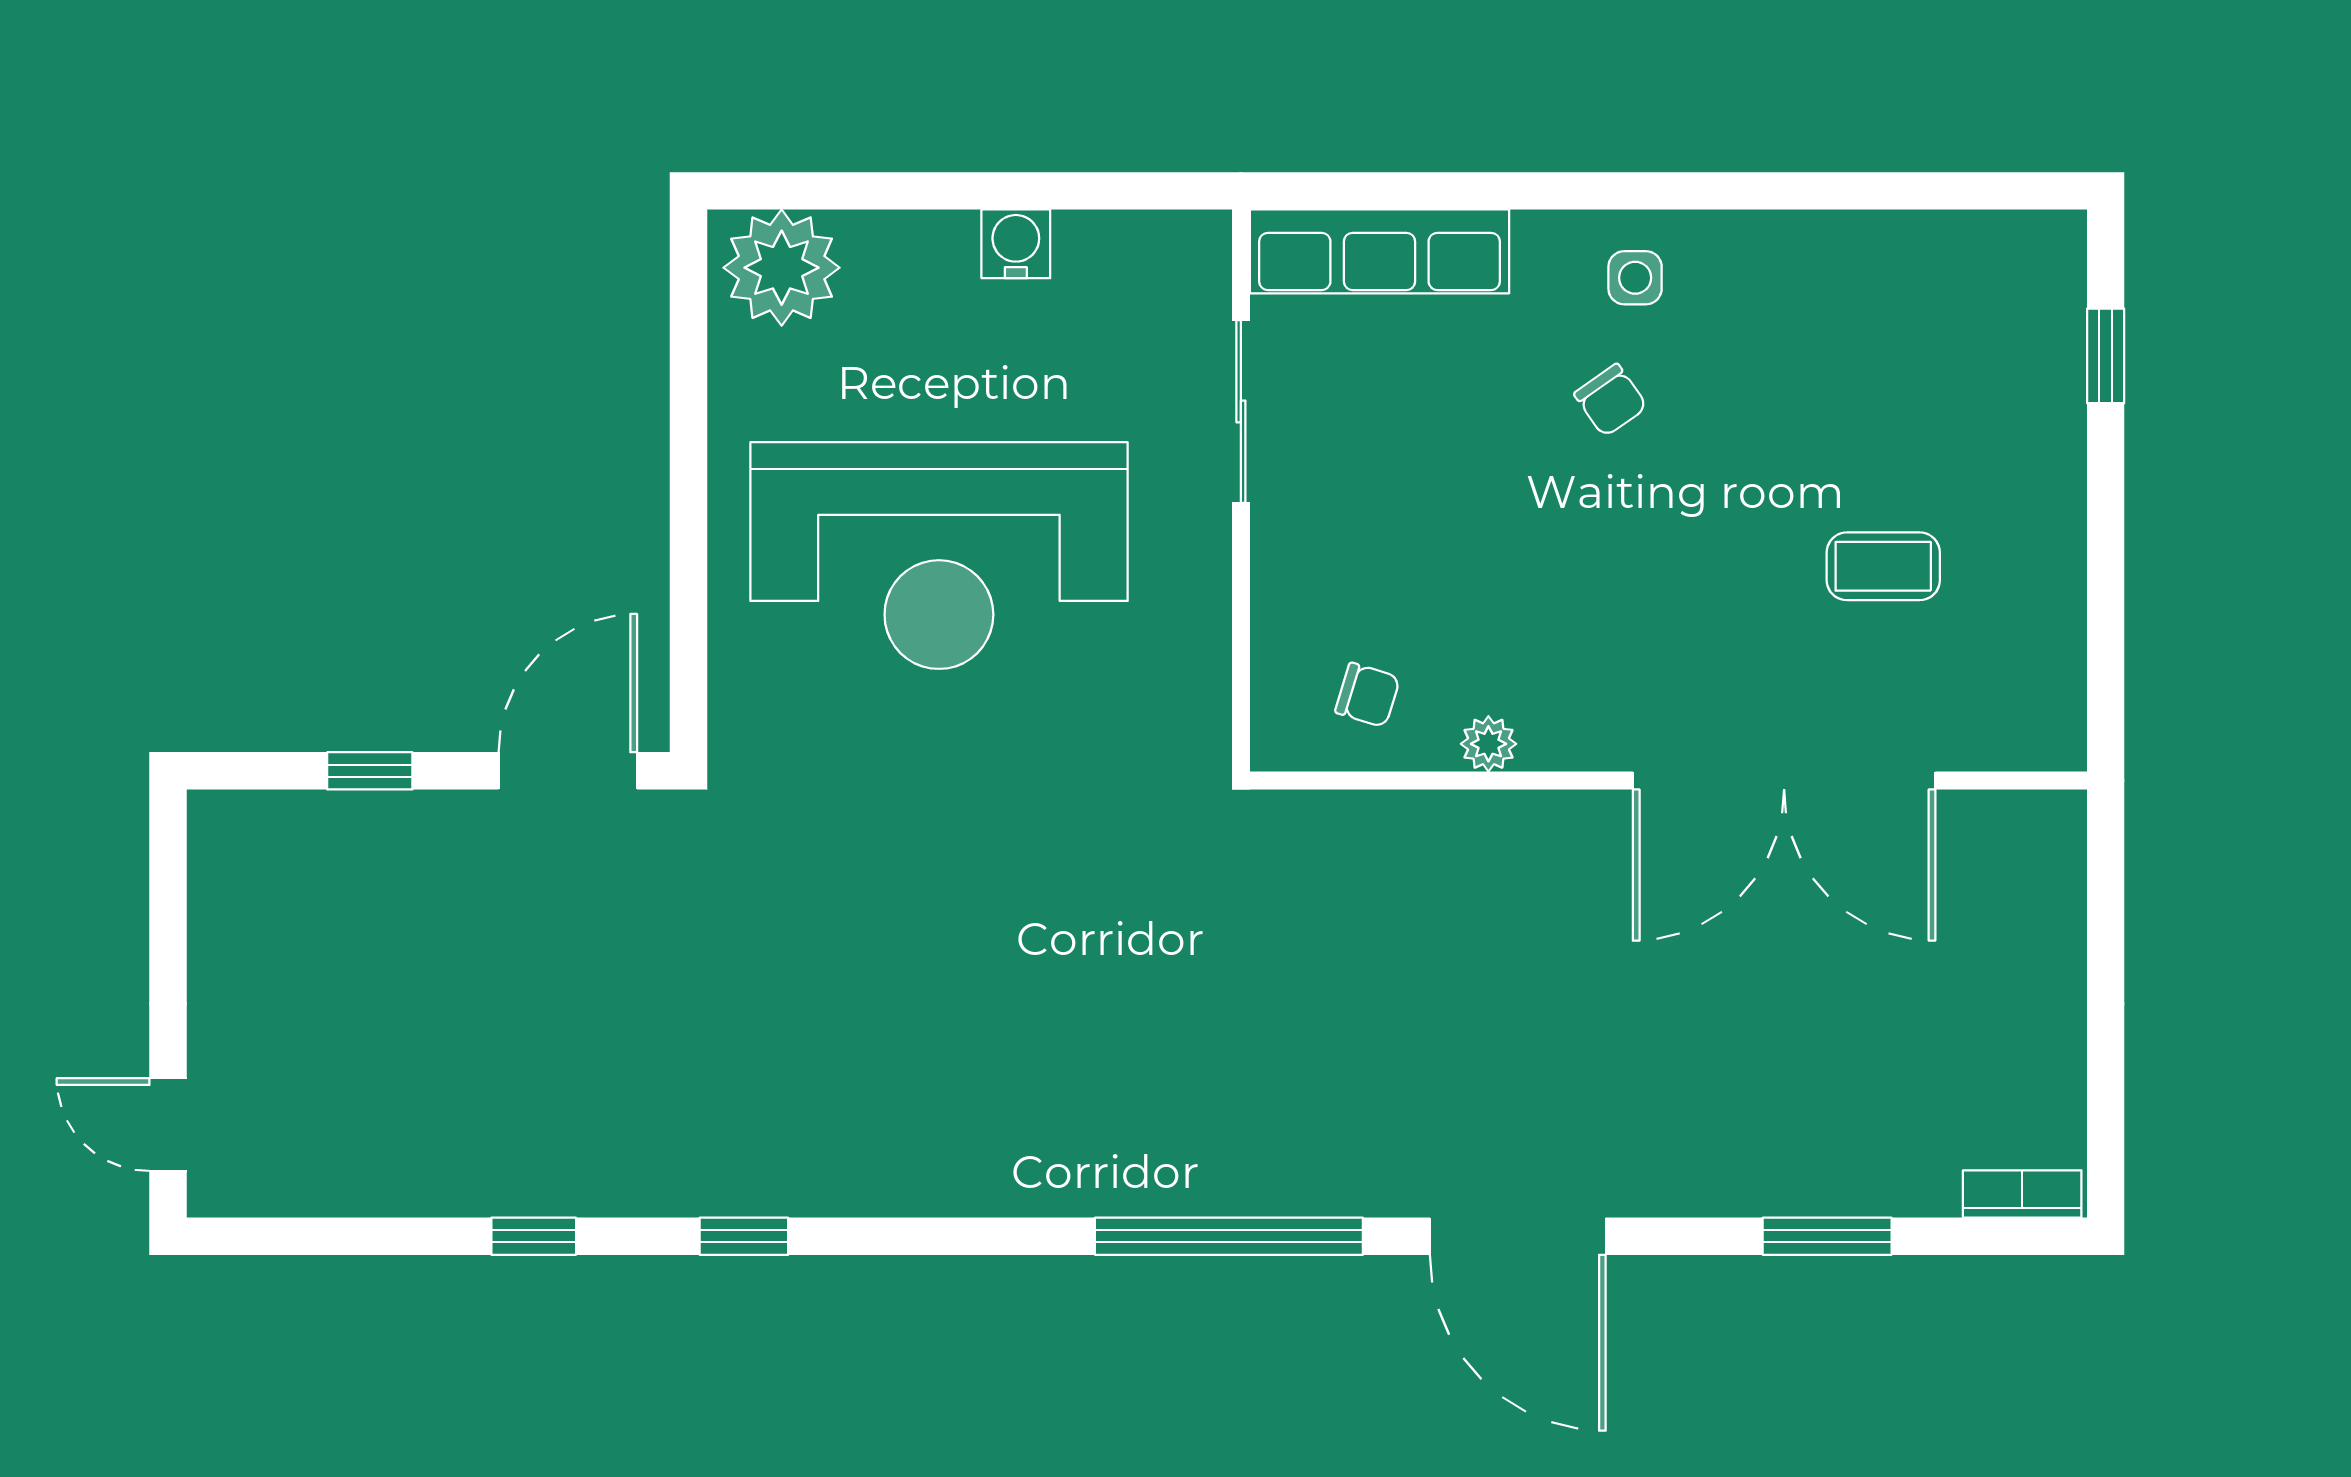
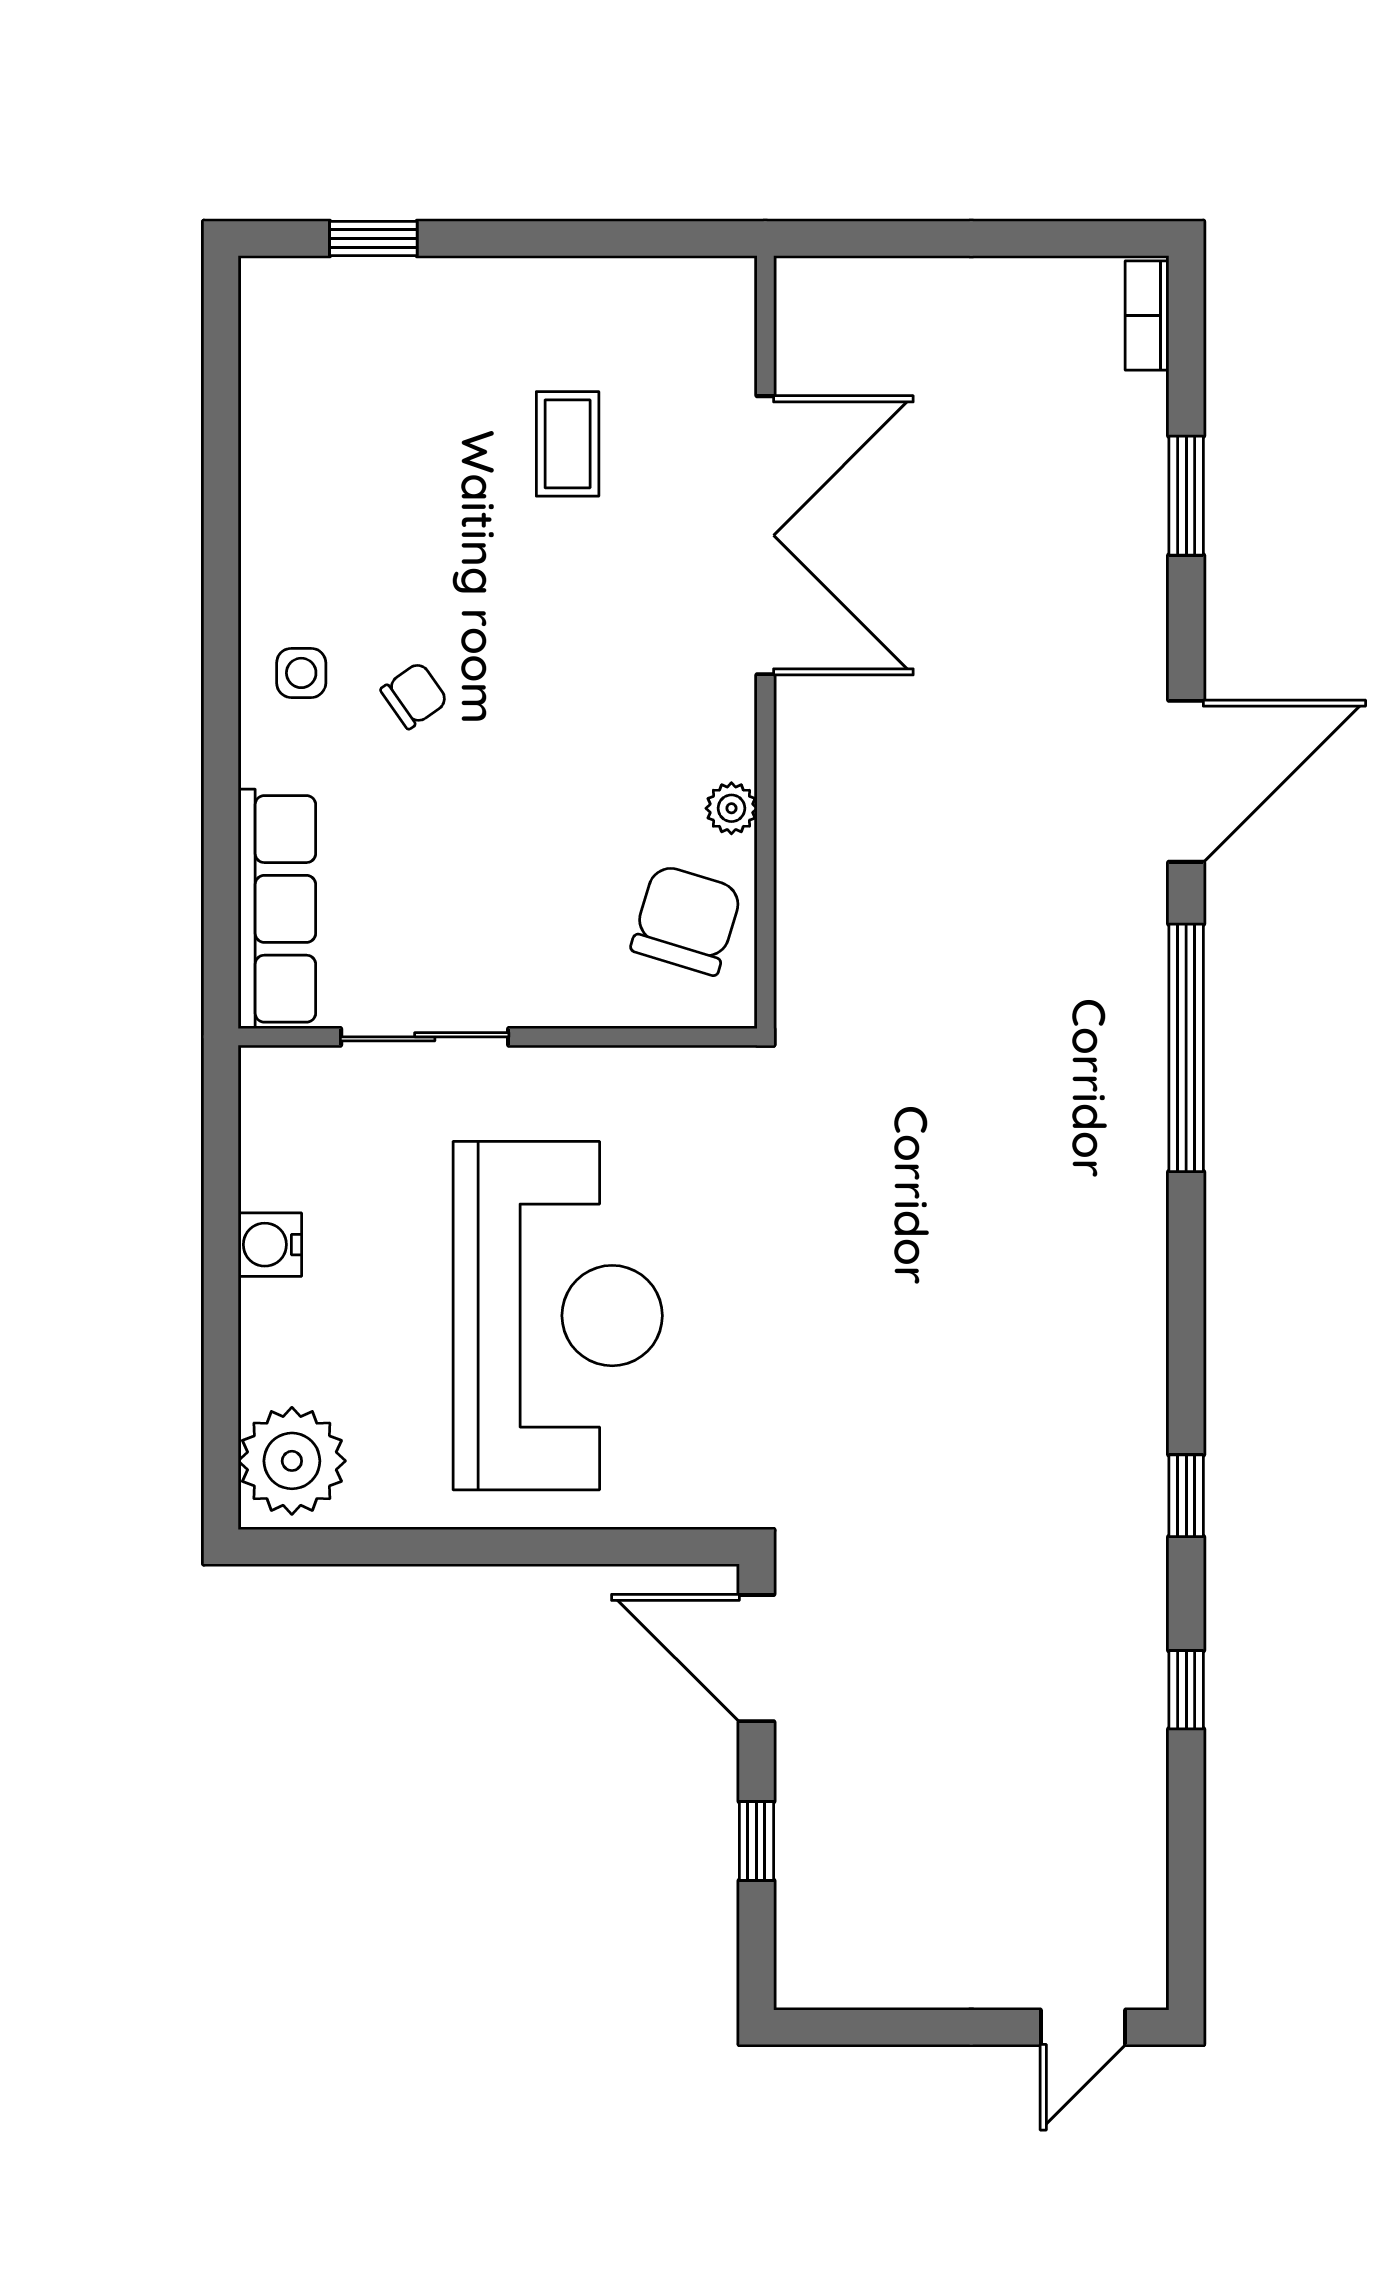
chair: (1368, 695) -> (686, 920), width x1.87, depth x1.87

